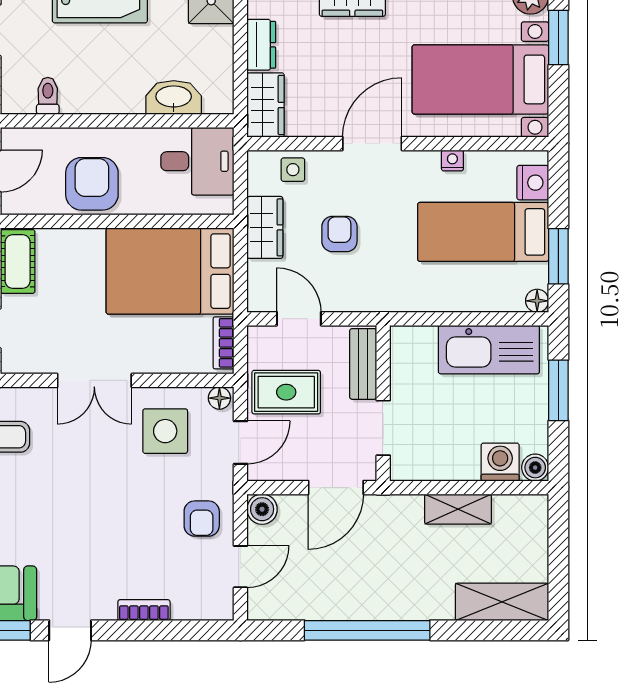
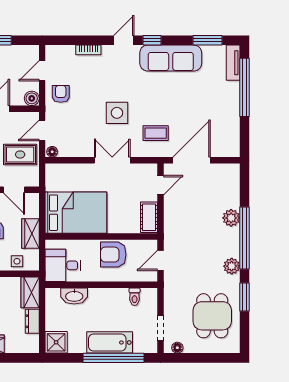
armchair: (92, 184) -> (113, 255), turned 90
bookcase: (223, 343) -> (50, 178), removed
side table: (165, 431) -> (117, 113), moved

